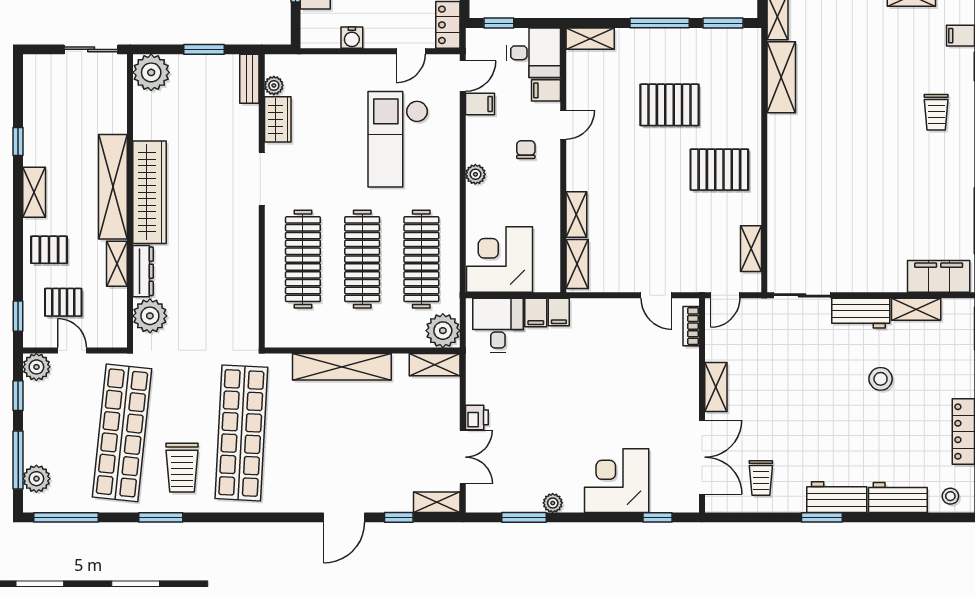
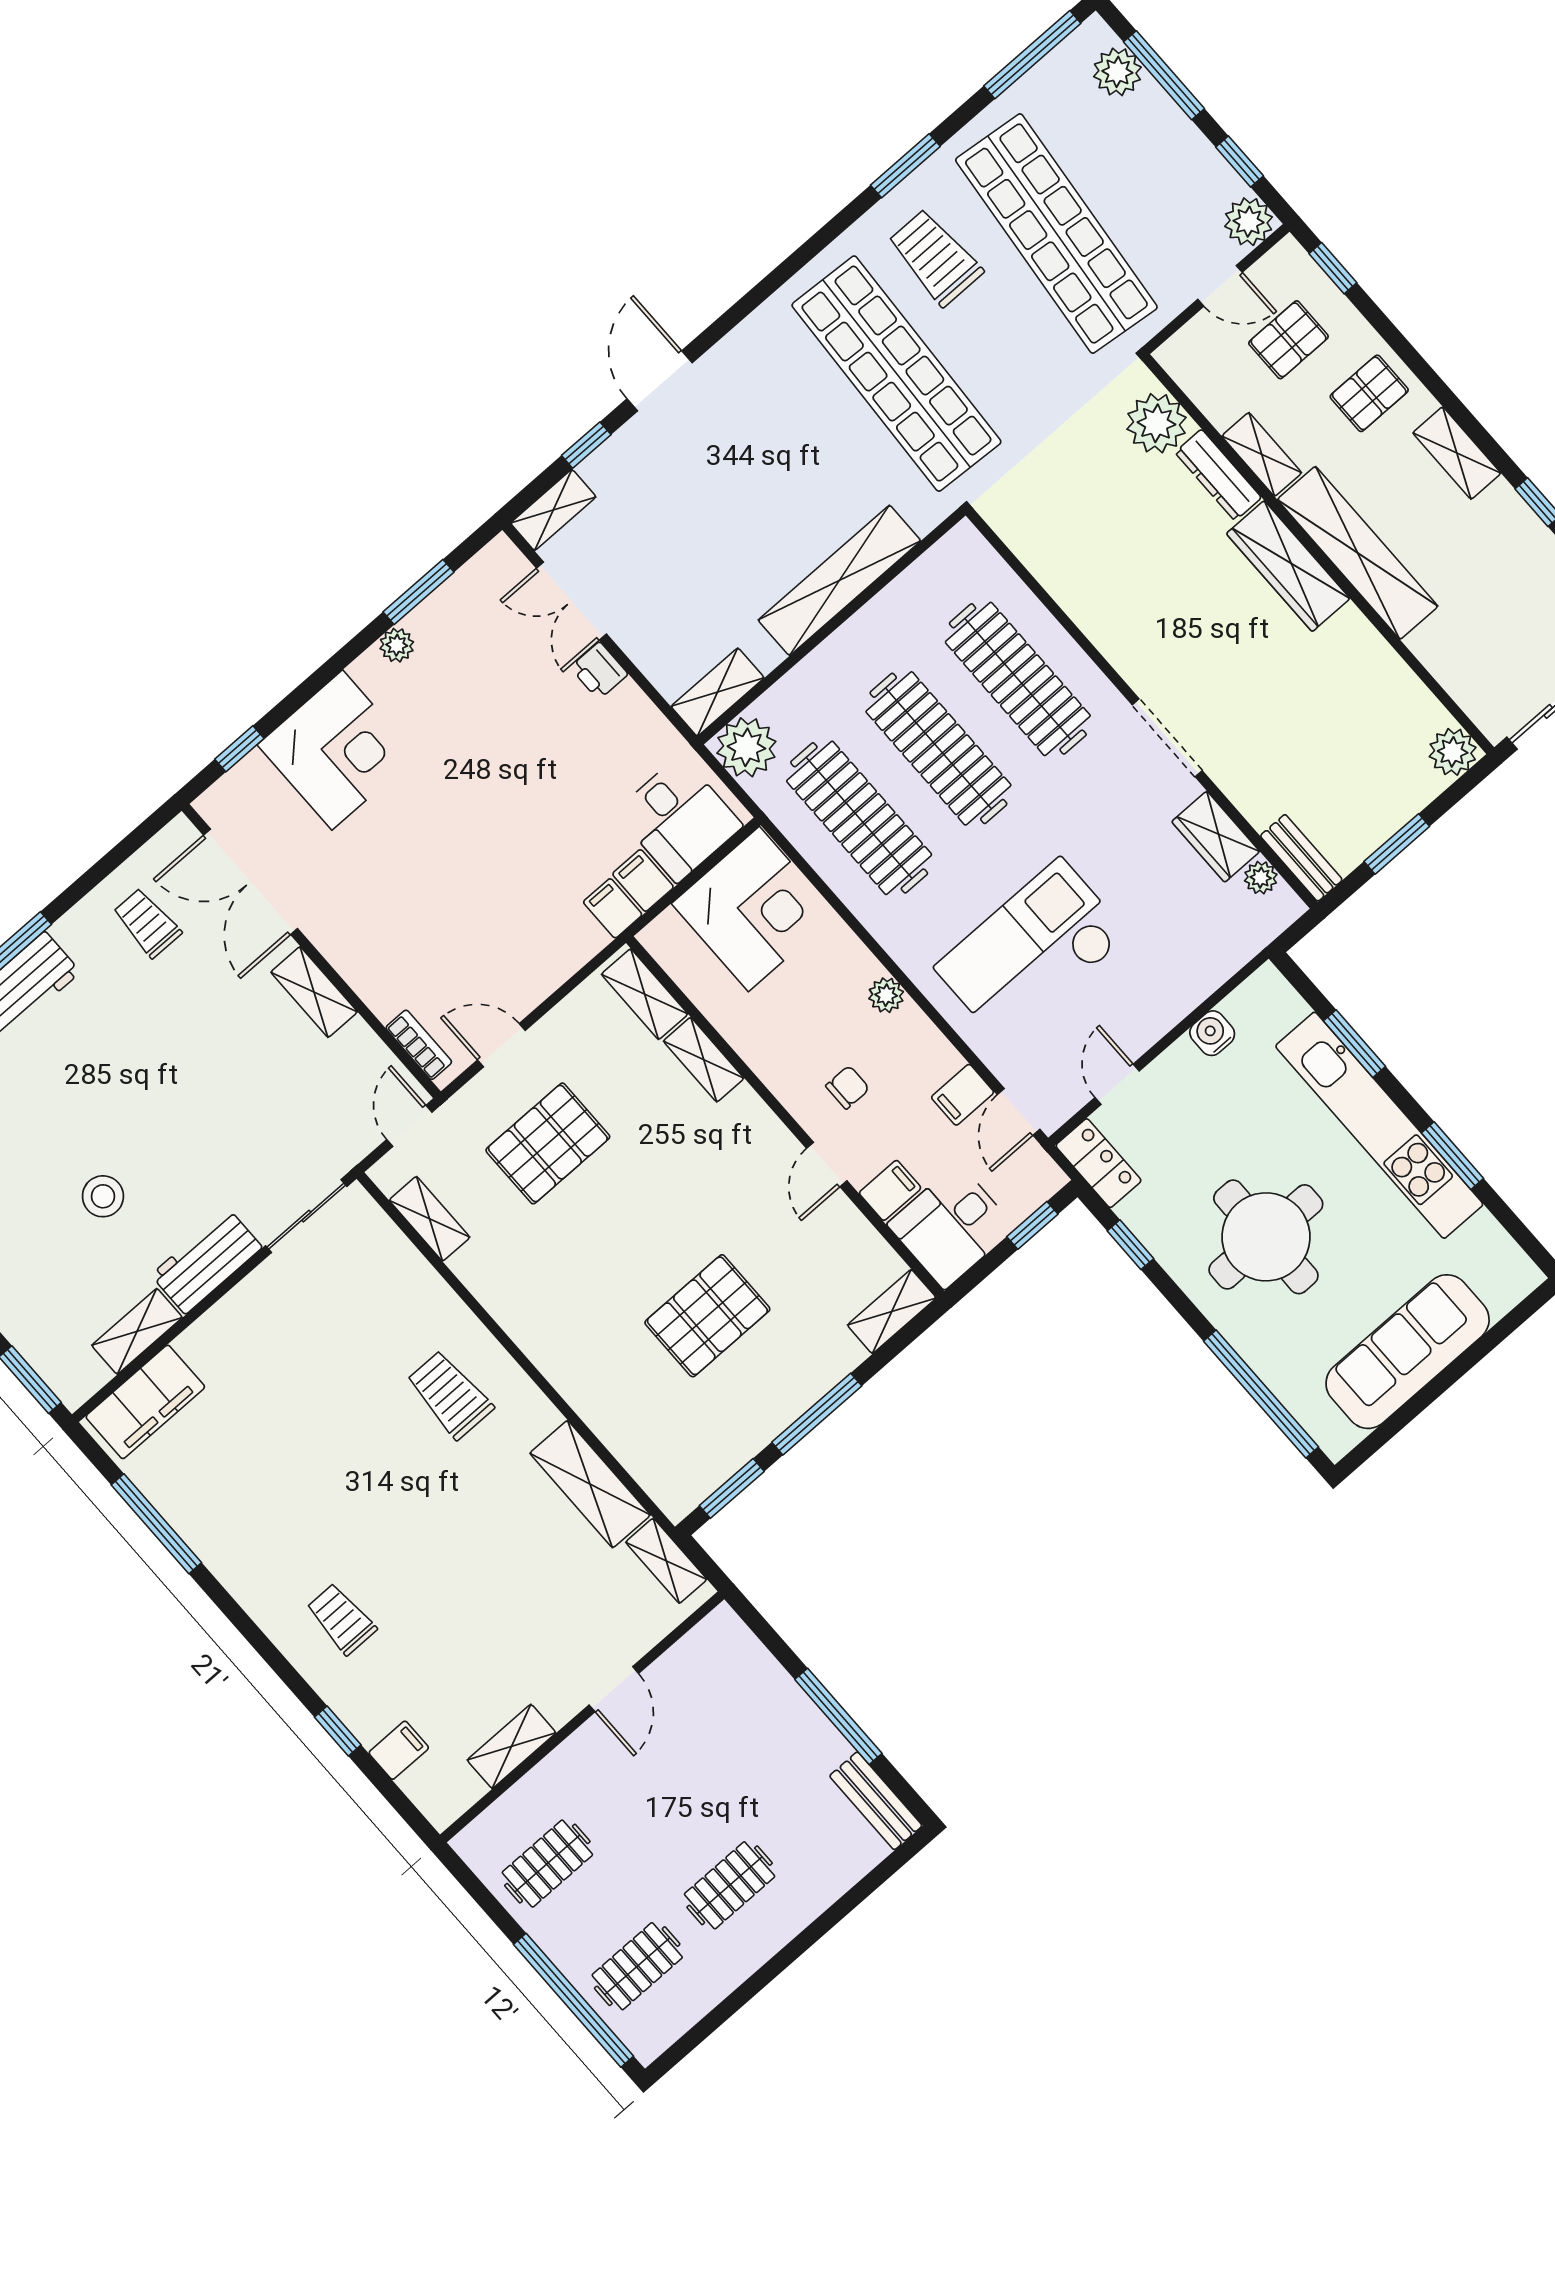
plant: (151, 72) -> (1453, 752), width x0.73, depth x0.73
checkout: (398, 139) -> (1031, 951), turned -90
chair: (526, 150) -> (848, 1087), turned -90
trolley: (807, 167) -> (450, 1395), added
pallet: (719, 170) -> (548, 1143), moved
wardrobe: (150, 192) -> (1288, 566), width x0.71, depth x0.85

